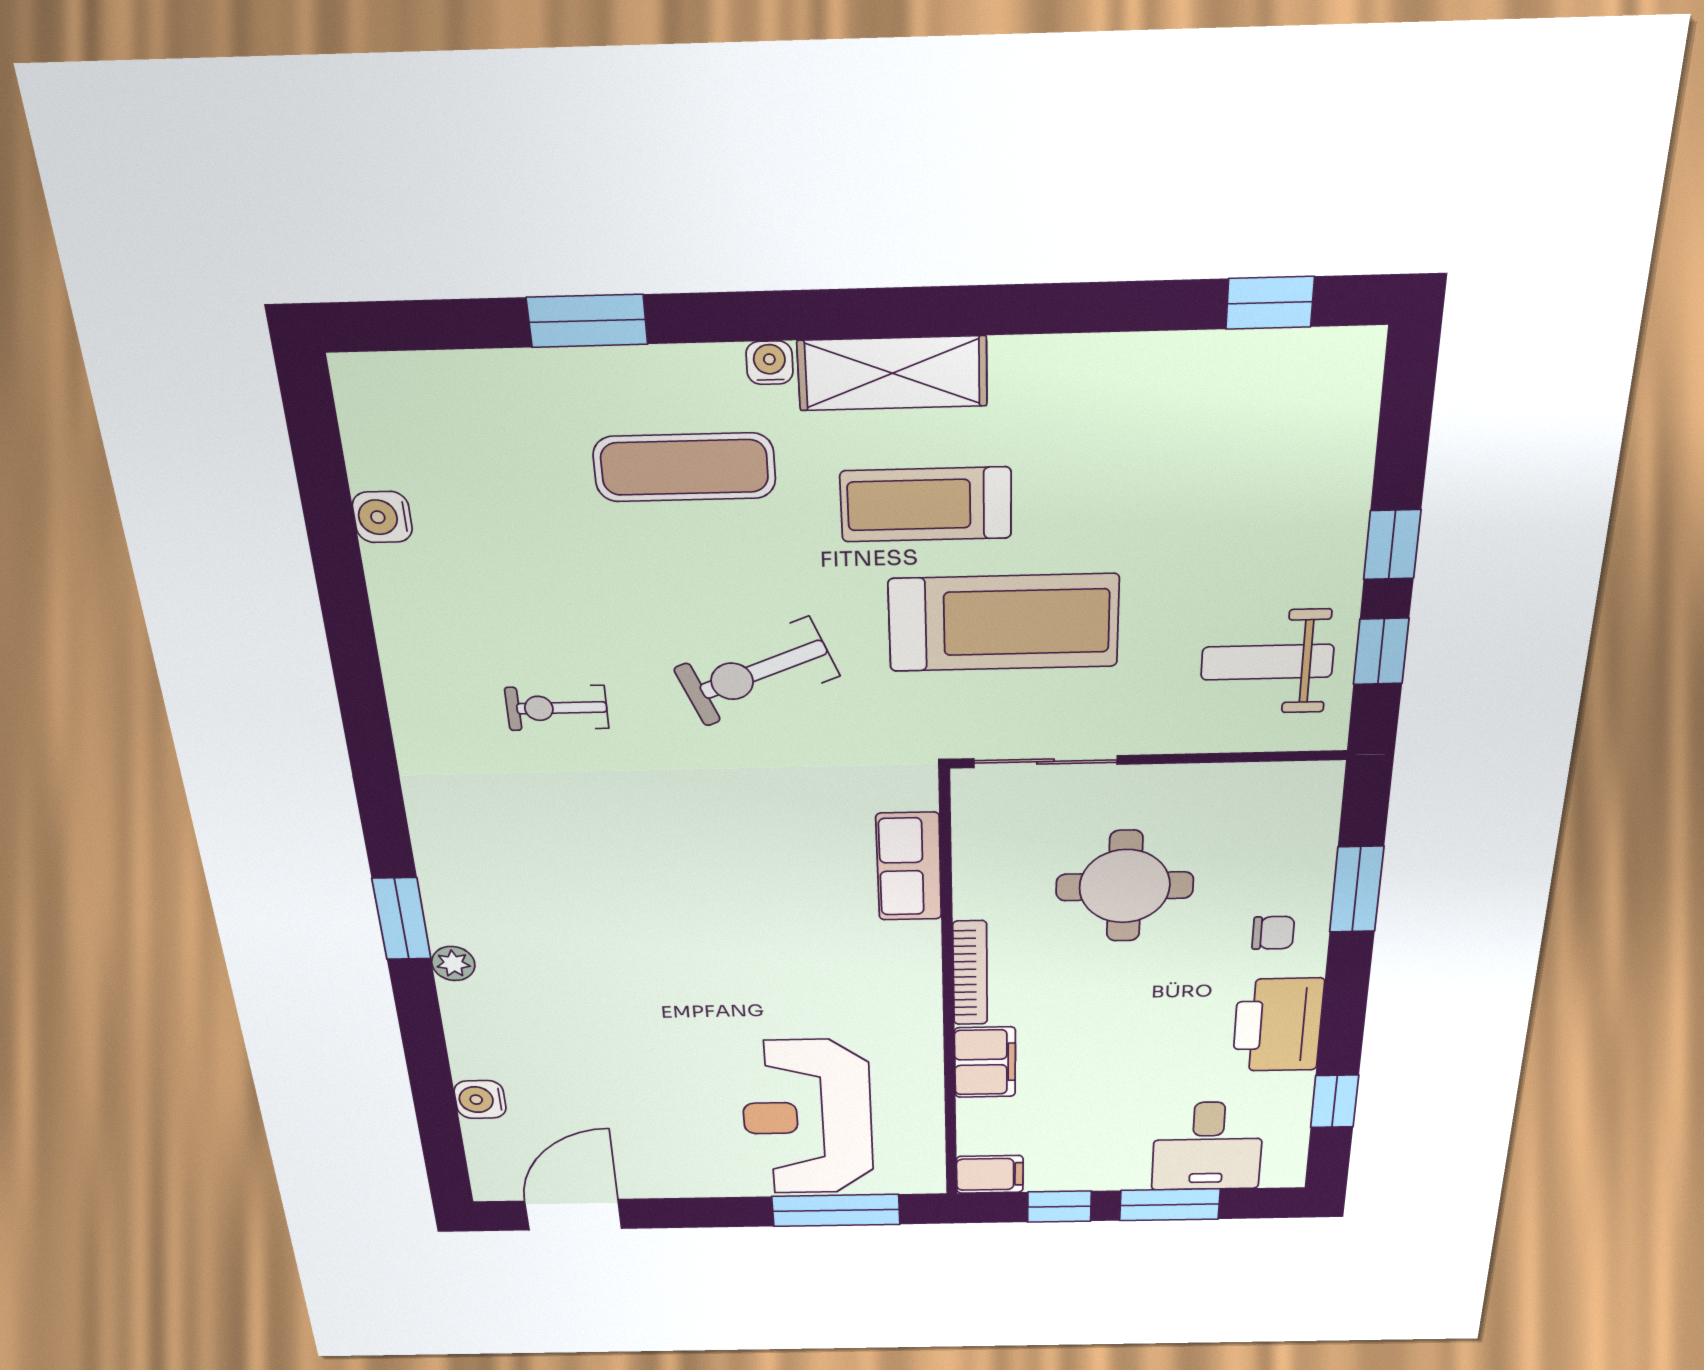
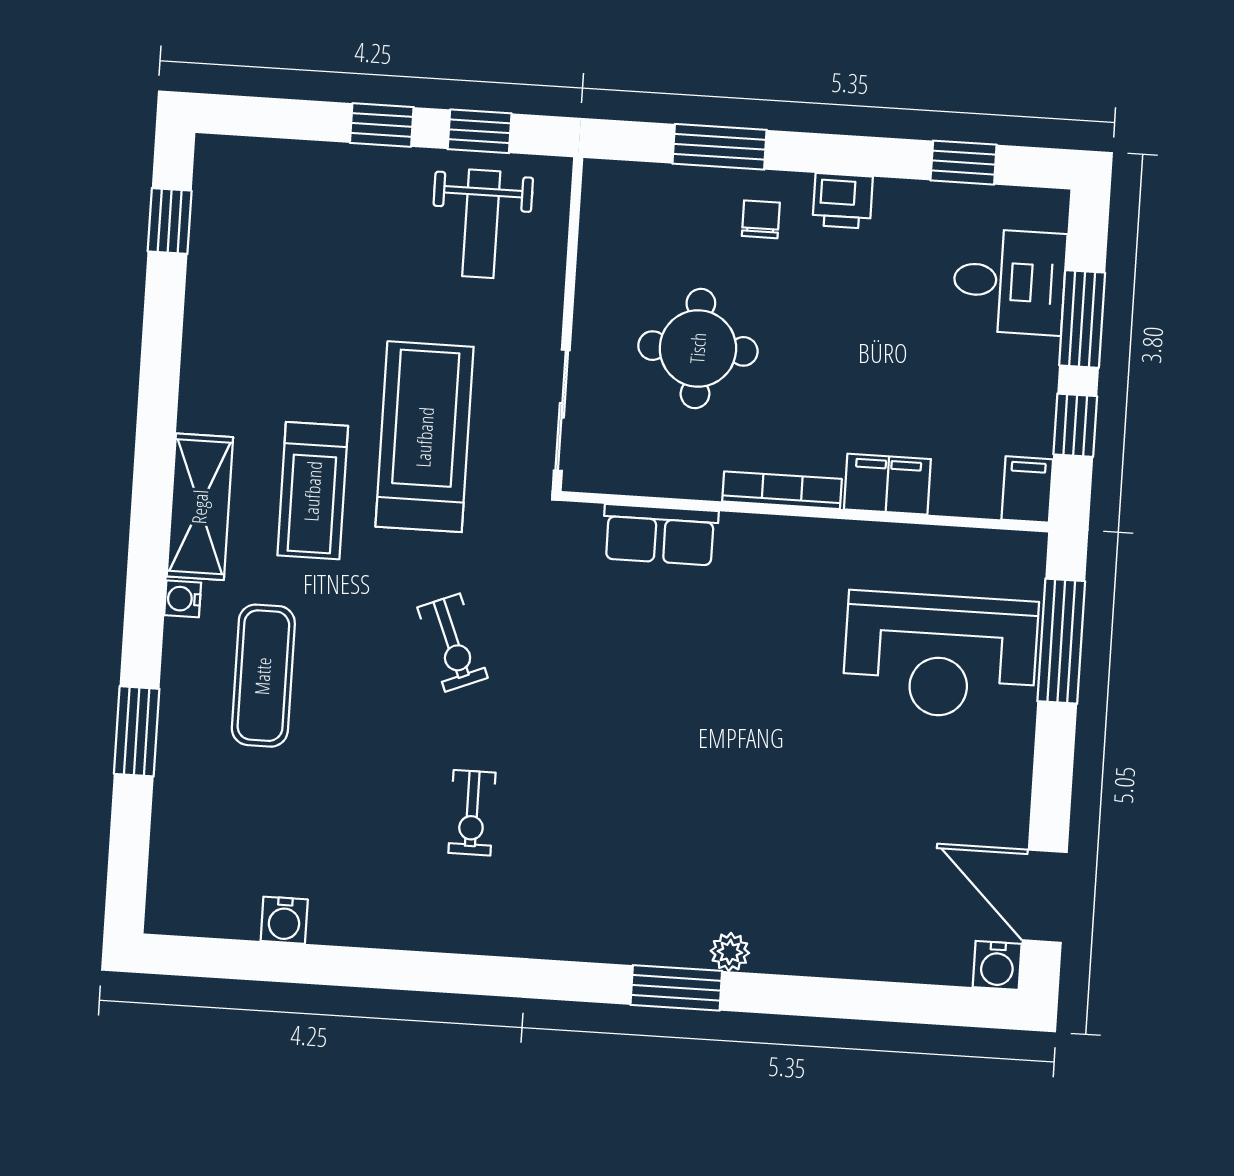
exercise bike: (756, 672) -> (453, 643), width x0.73, depth x0.72
printer: (1278, 1025) -> (843, 201), width x0.53, depth x0.68
water cooler: (480, 1099) -> (997, 965), moved

